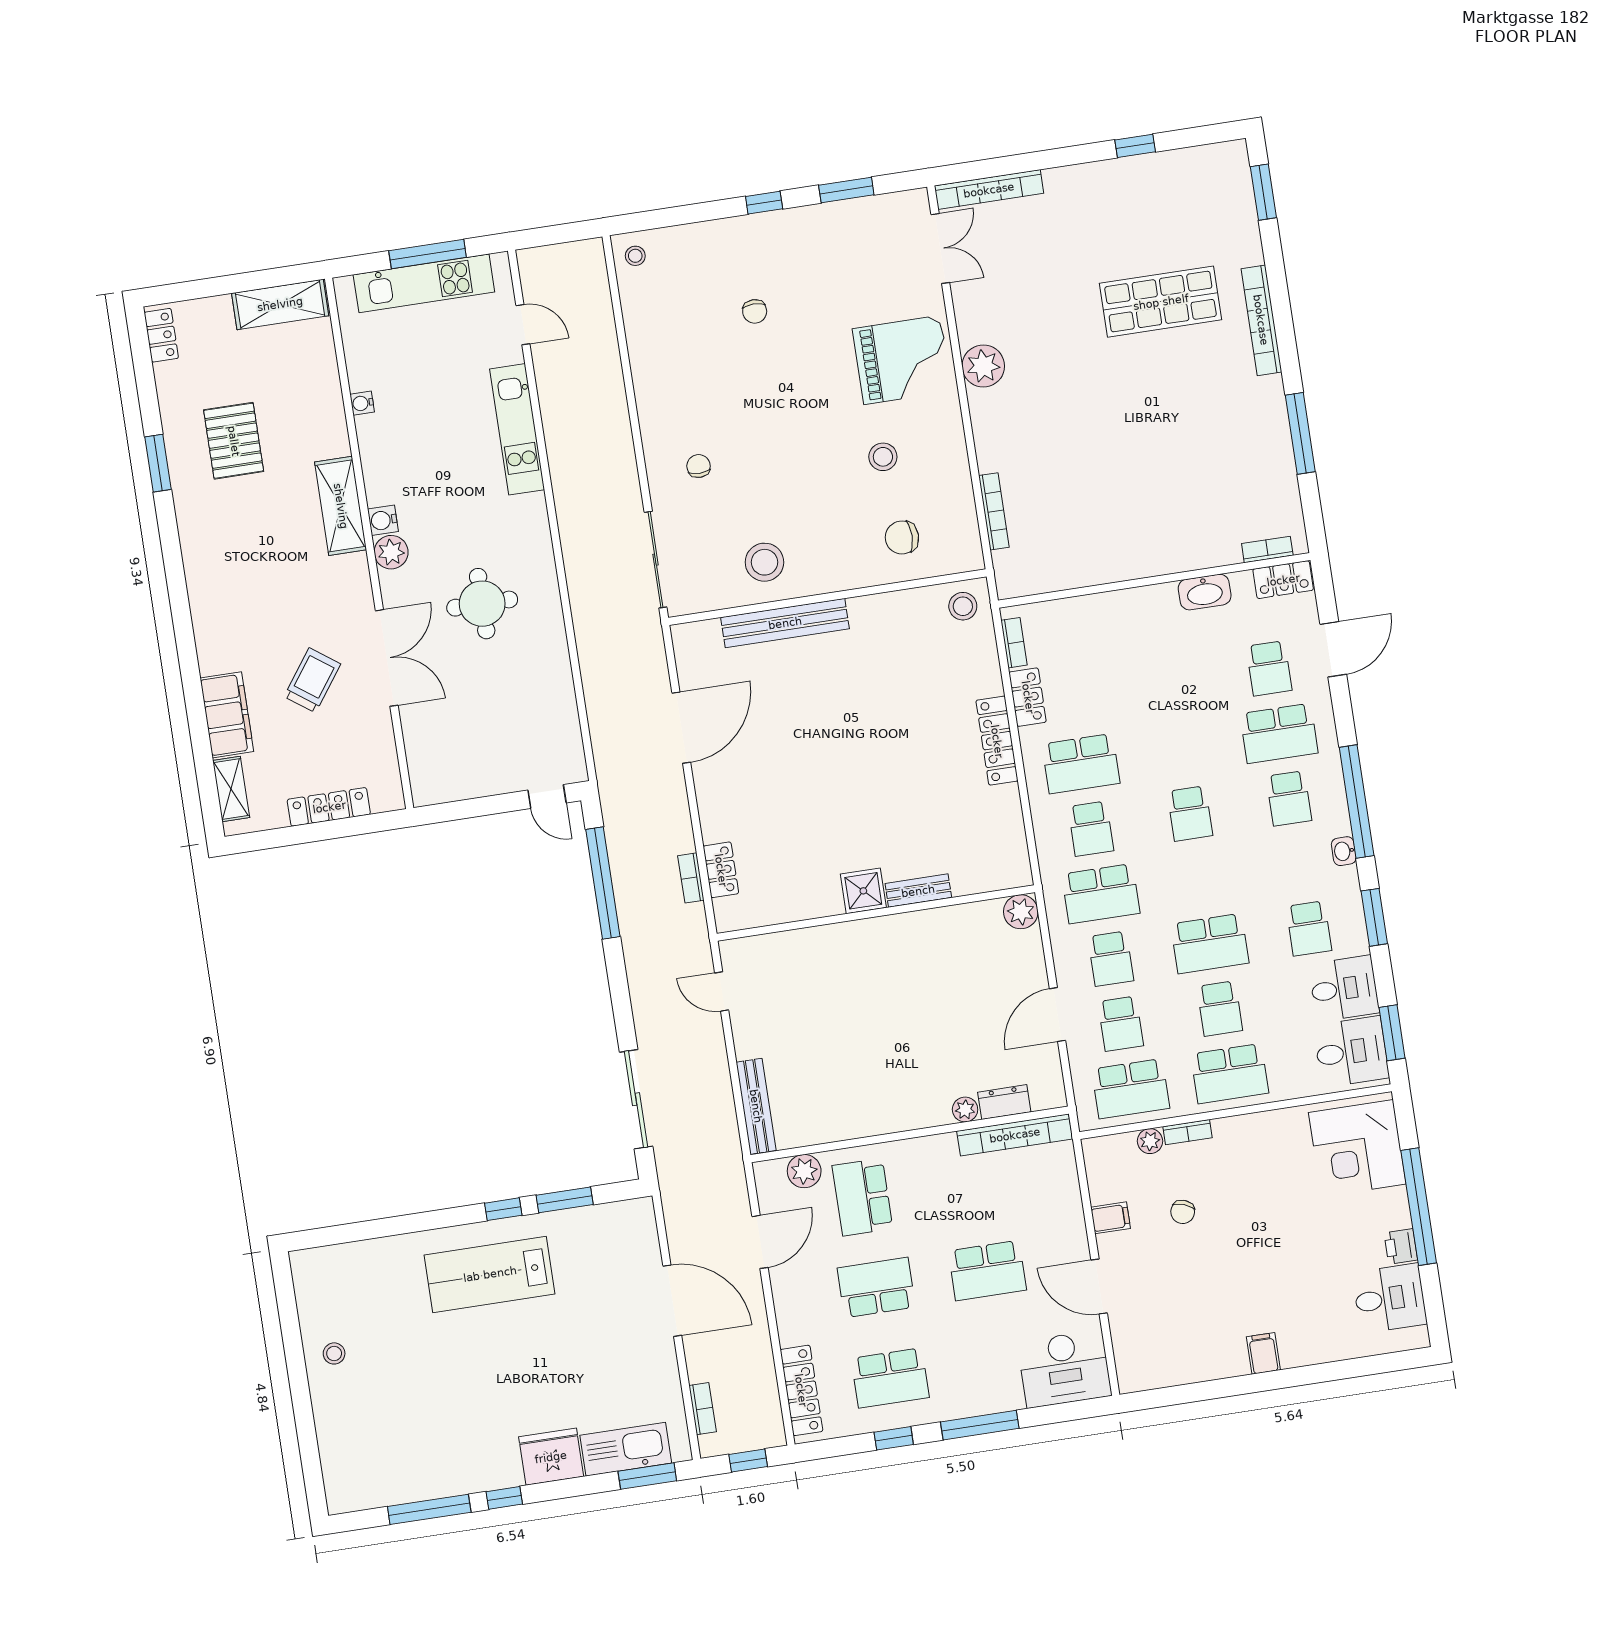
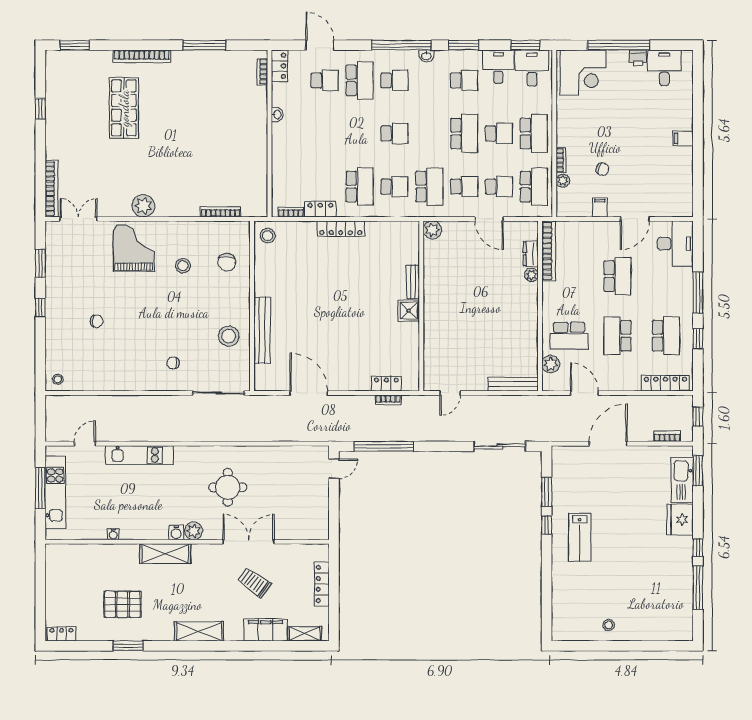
shelving: (280, 304) -> (199, 631), moved, turned 90
washbasin: (1205, 592) -> (277, 114), width x0.52, depth x0.69
lab bench: (490, 1274) -> (580, 537), width x0.73, depth x0.72

